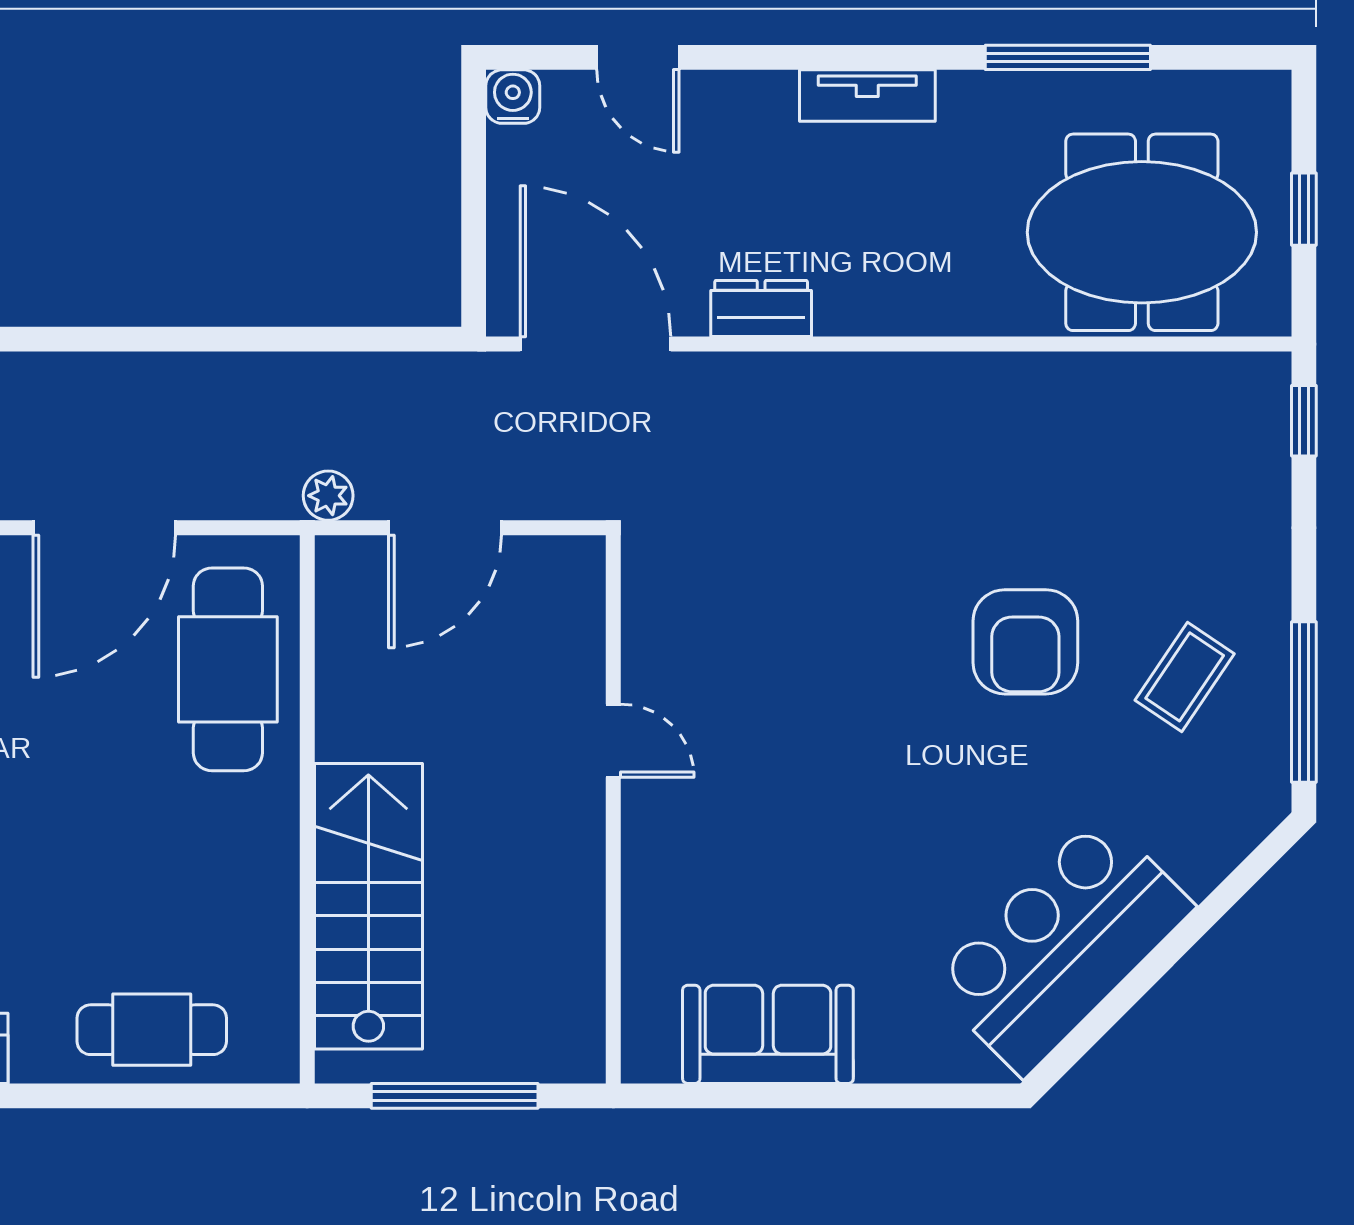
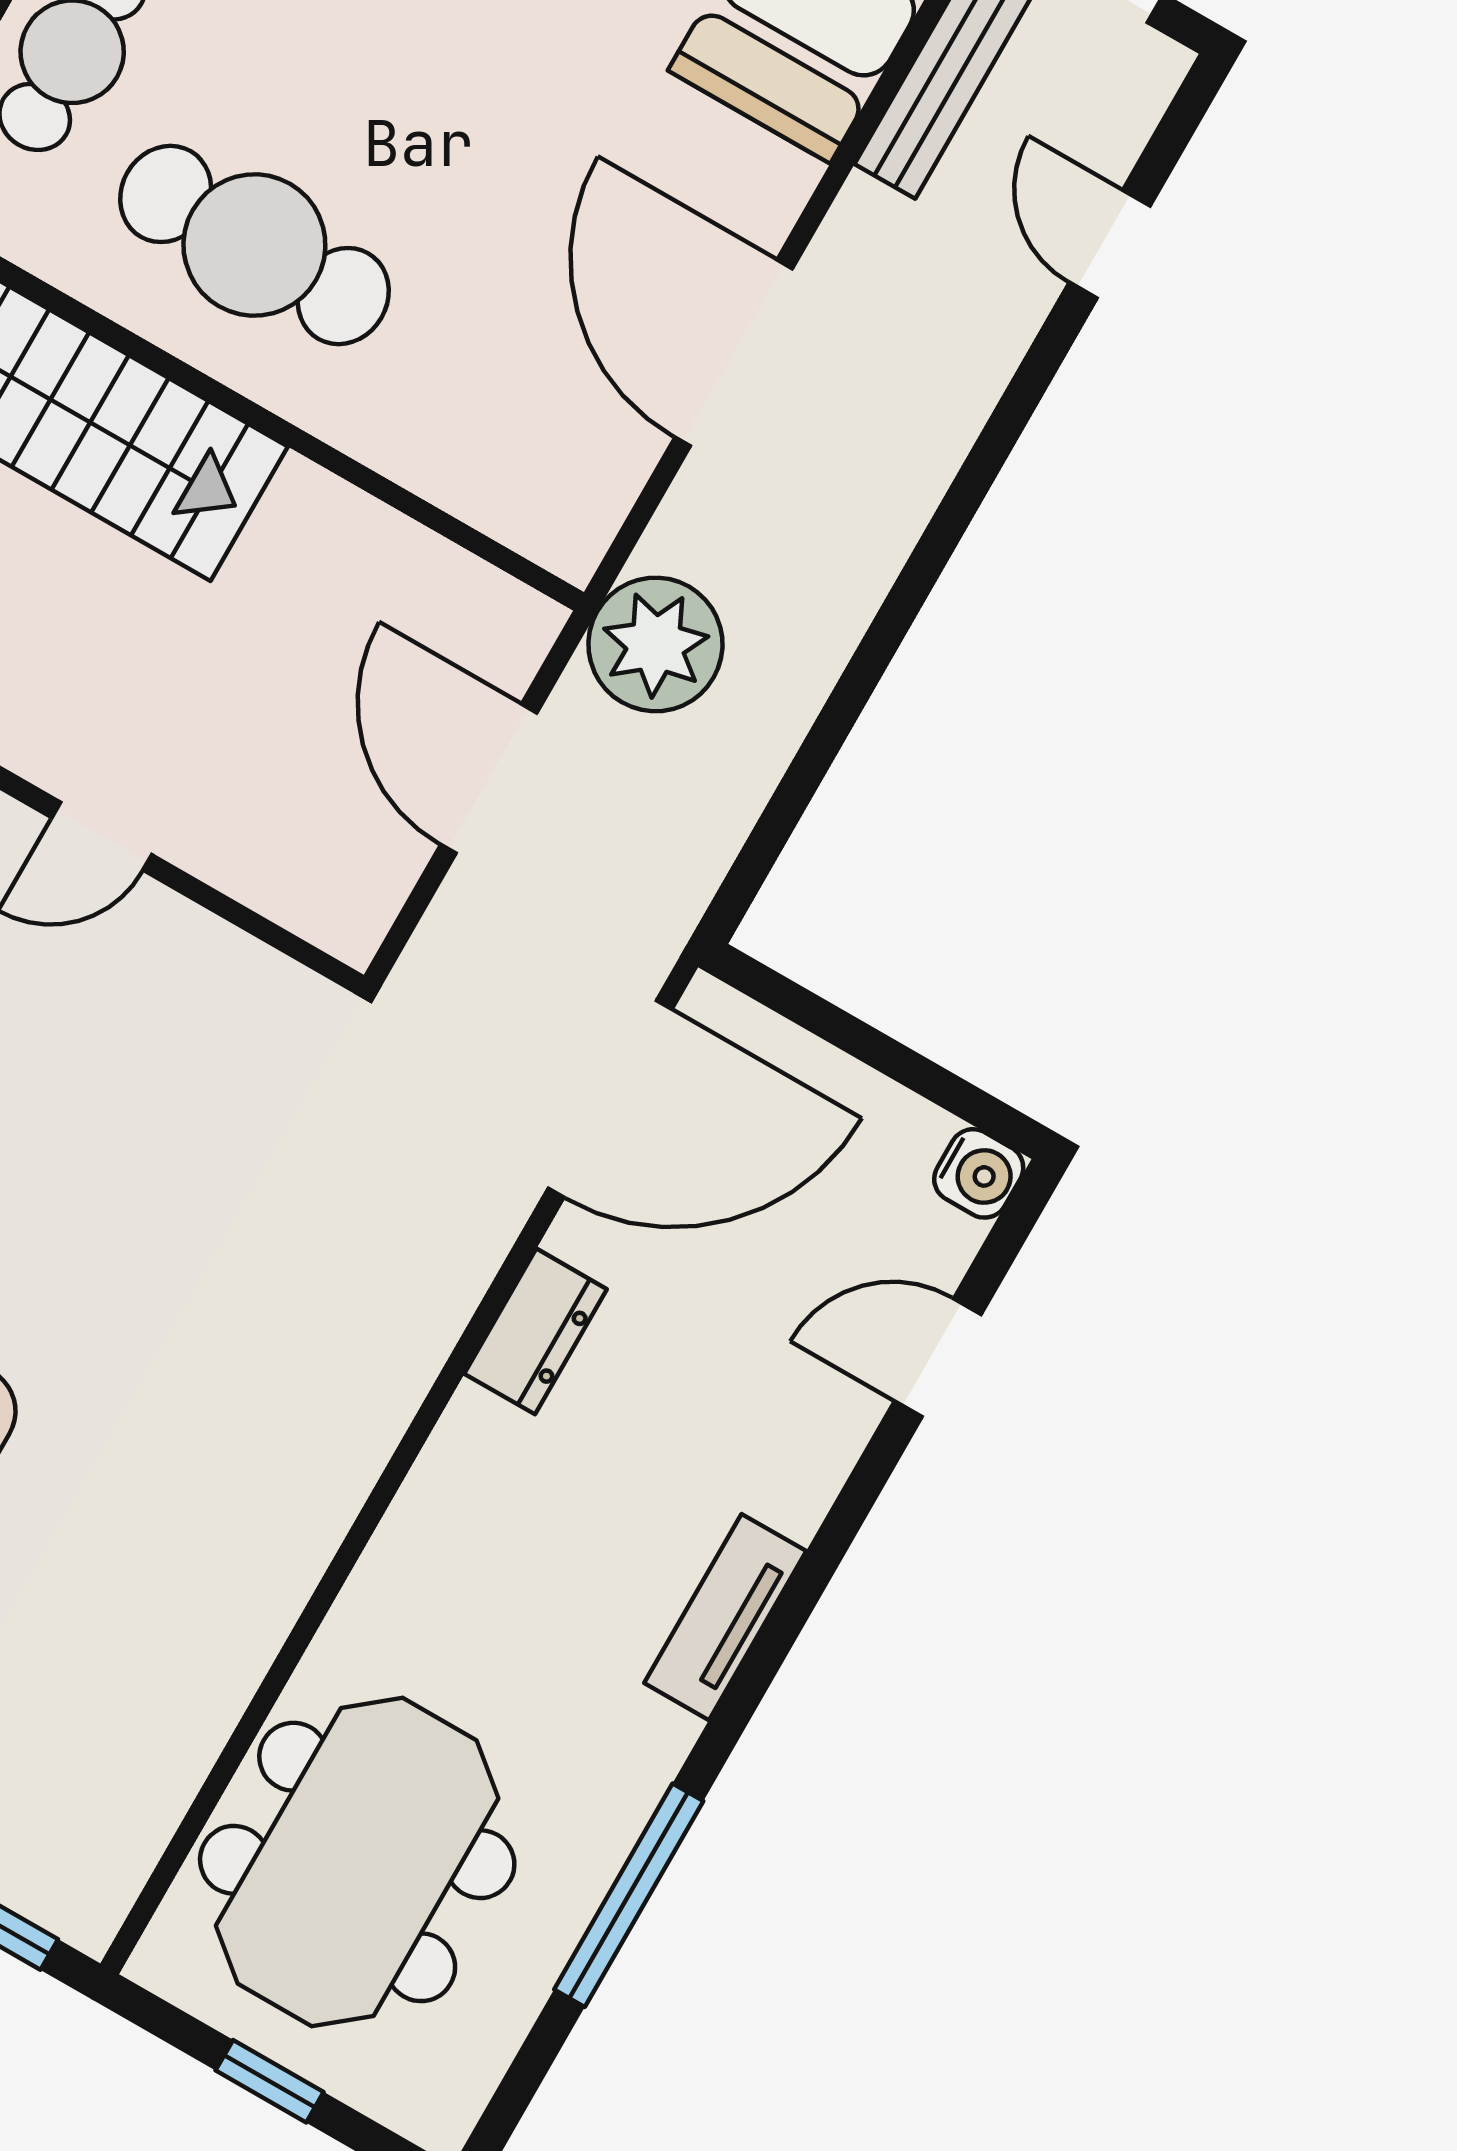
plant: (328, 496) -> (655, 644), width x1.88, depth x1.88
cafe table: (228, 669) -> (254, 245), moved

